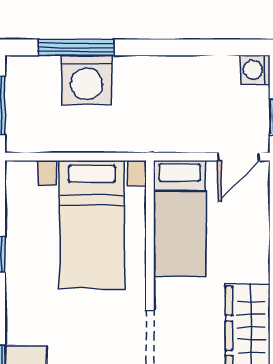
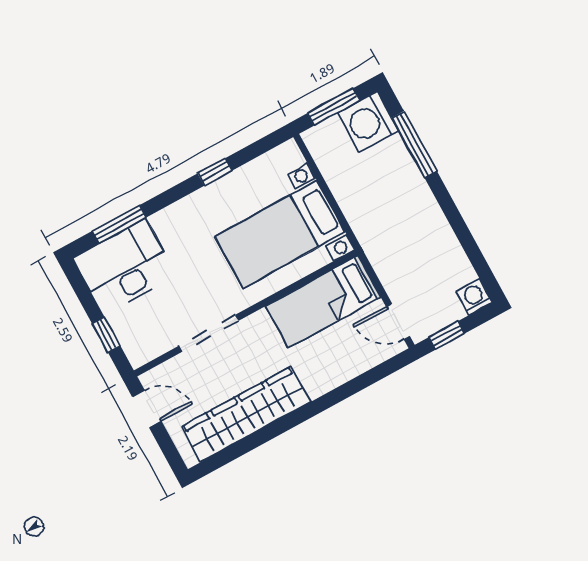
washing machine: (87, 80) -> (368, 122), moved

